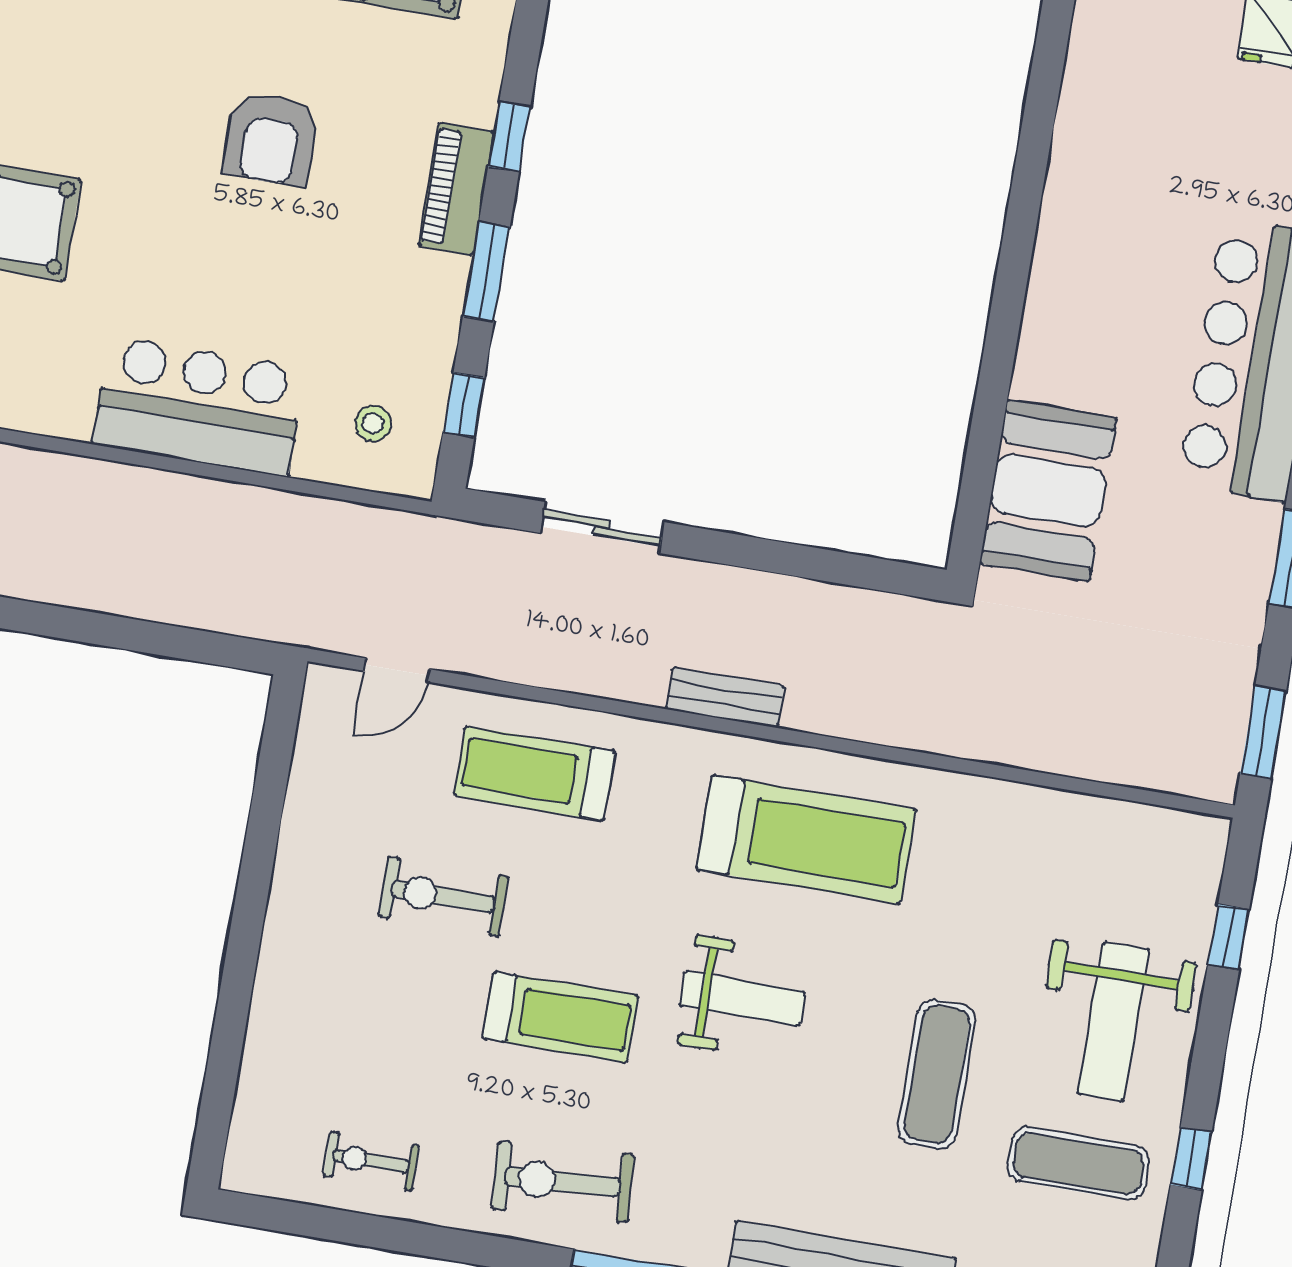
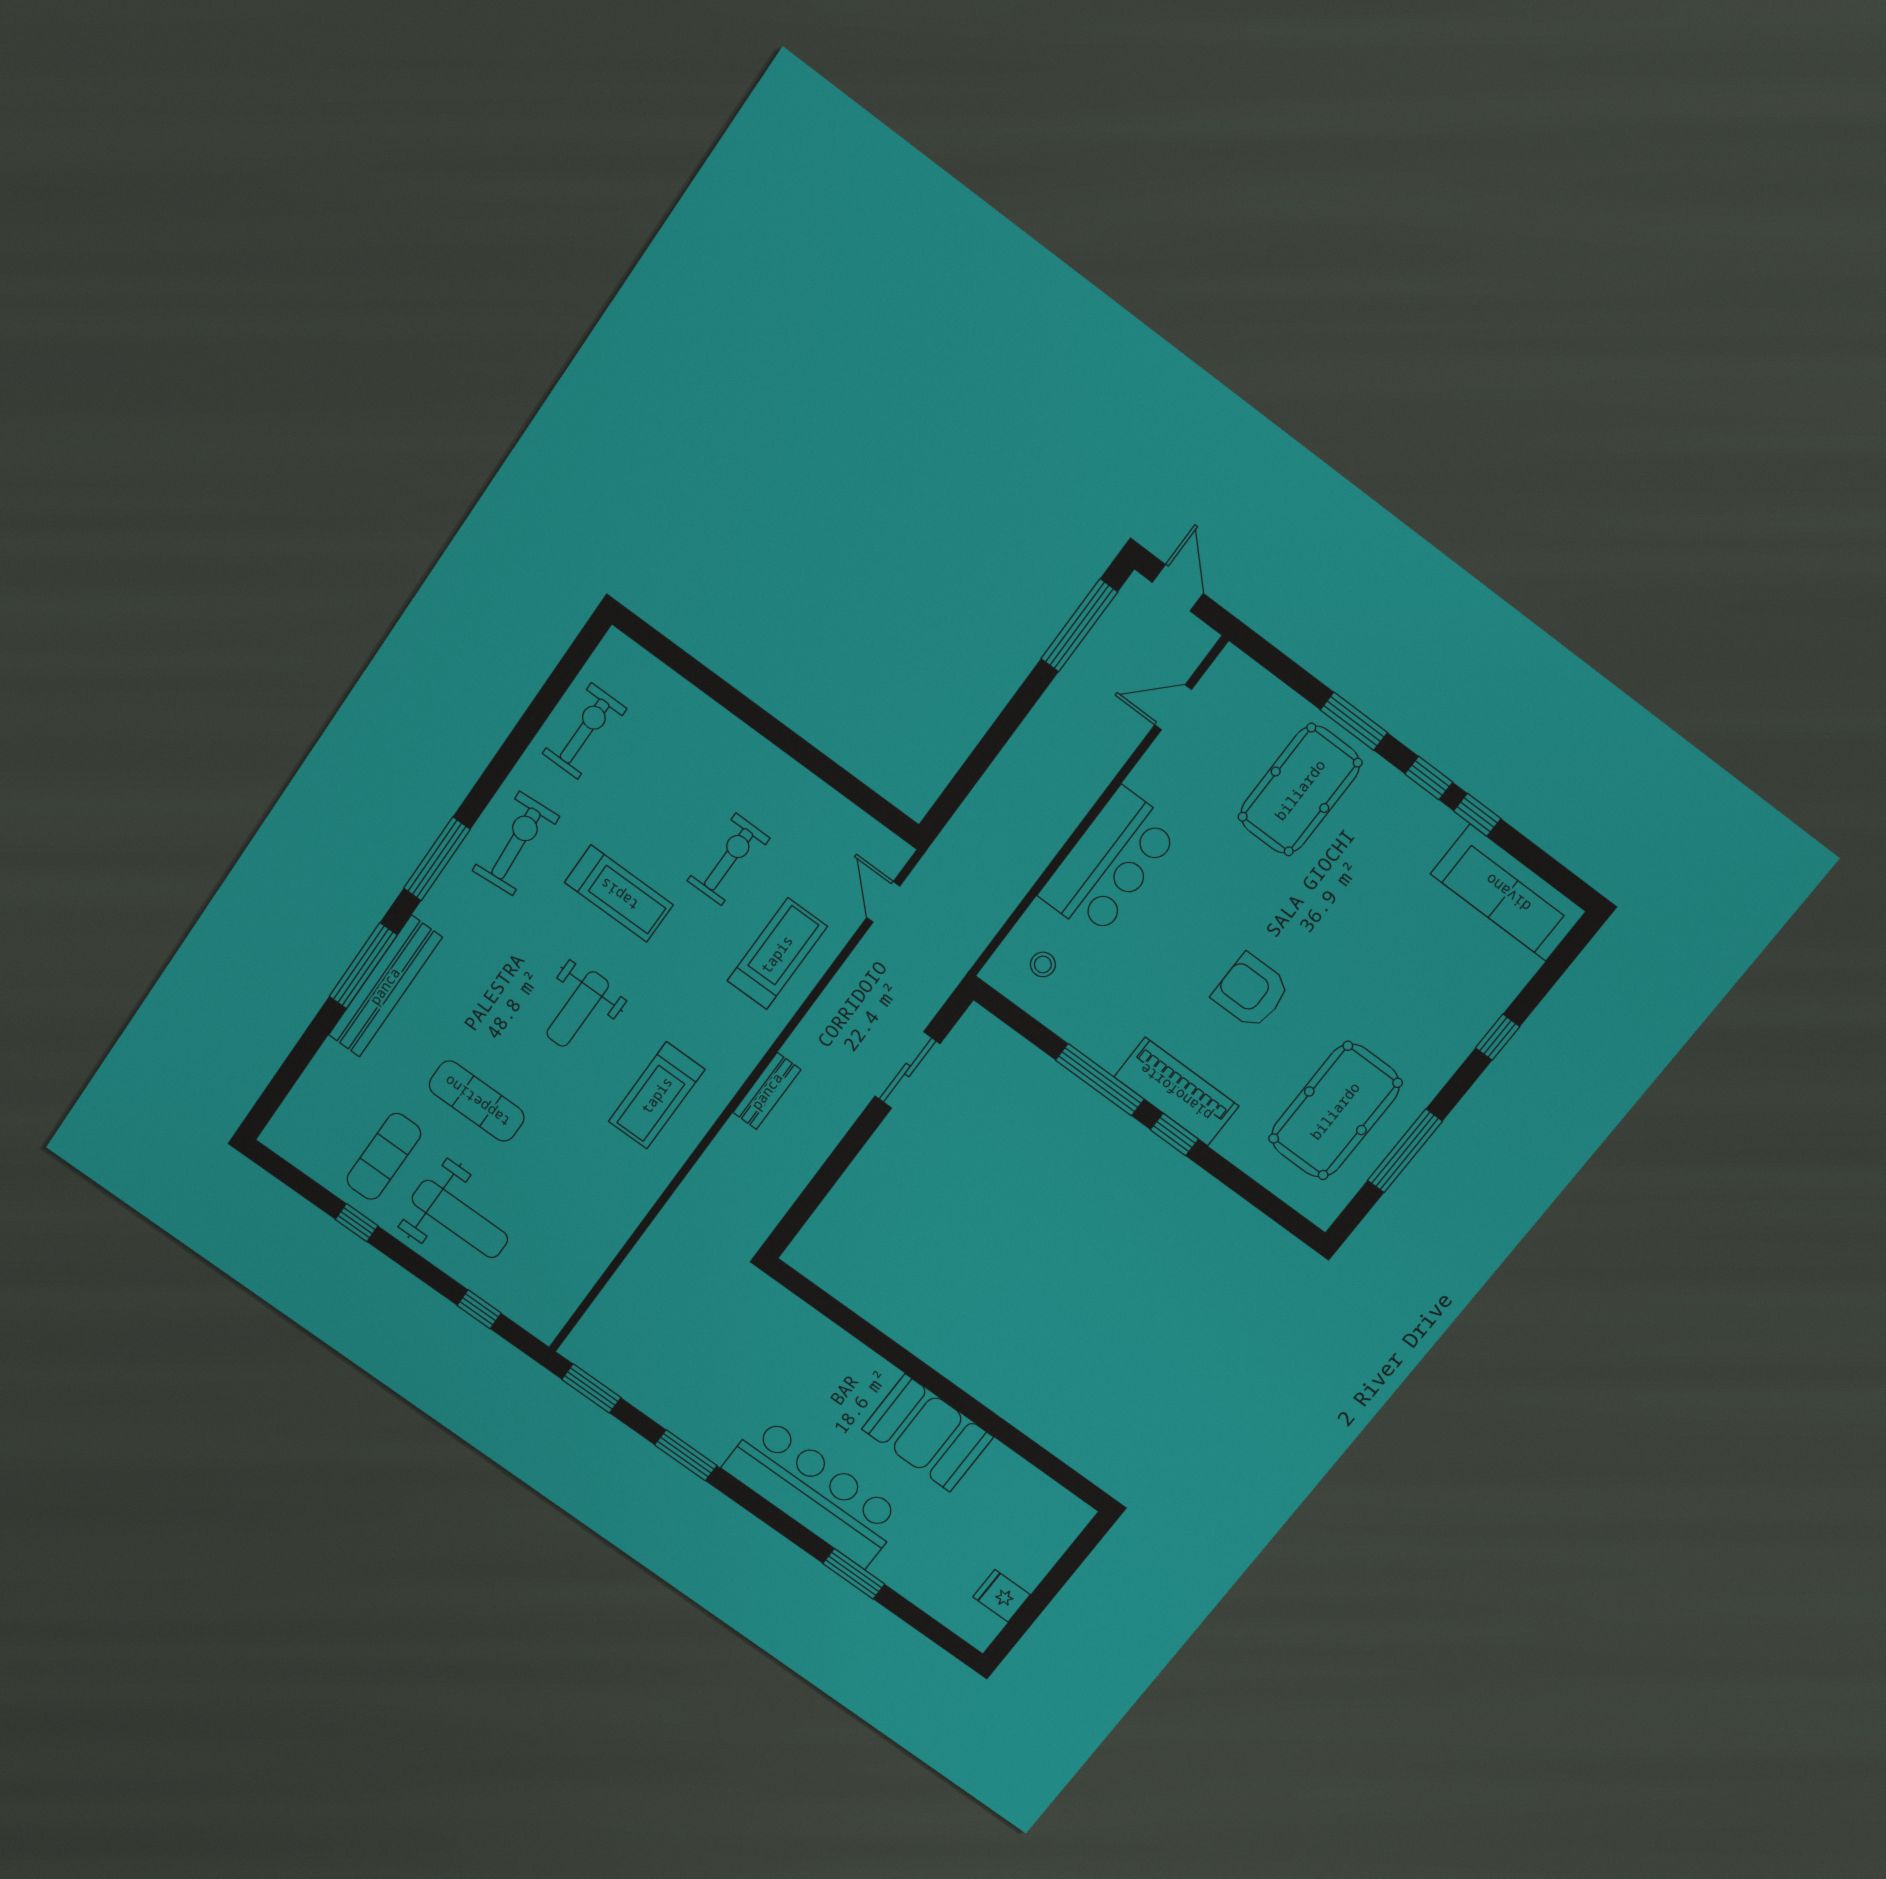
piano: (456, 189) -> (1176, 1092), width x1.37, depth x1.33
window: (486, 272) -> (1100, 1080), width x1.44
window: (464, 405) -> (1026, 1025), removed
booth: (1048, 491) -> (928, 1433), moved
treadmill: (806, 839) -> (657, 1095), width x0.73, depth x0.73
treadmill: (560, 1017) -> (619, 894), turned -90
weight bench: (1113, 1022) -> (460, 1219), turned 180
exercise bike: (371, 1161) -> (585, 731), width x1.38, depth x1.39

